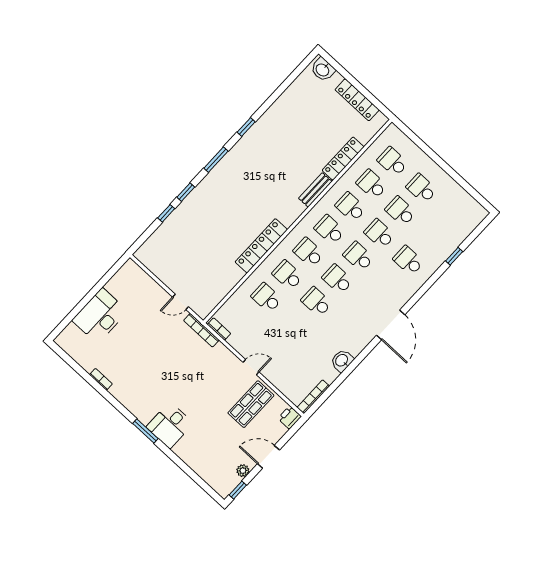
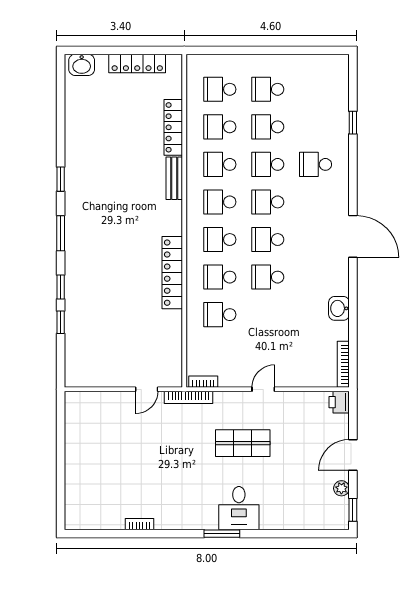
desk: (100, 316) -> (86, 468), removed
shop shelf: (251, 404) -> (243, 443), moved, turned 90

